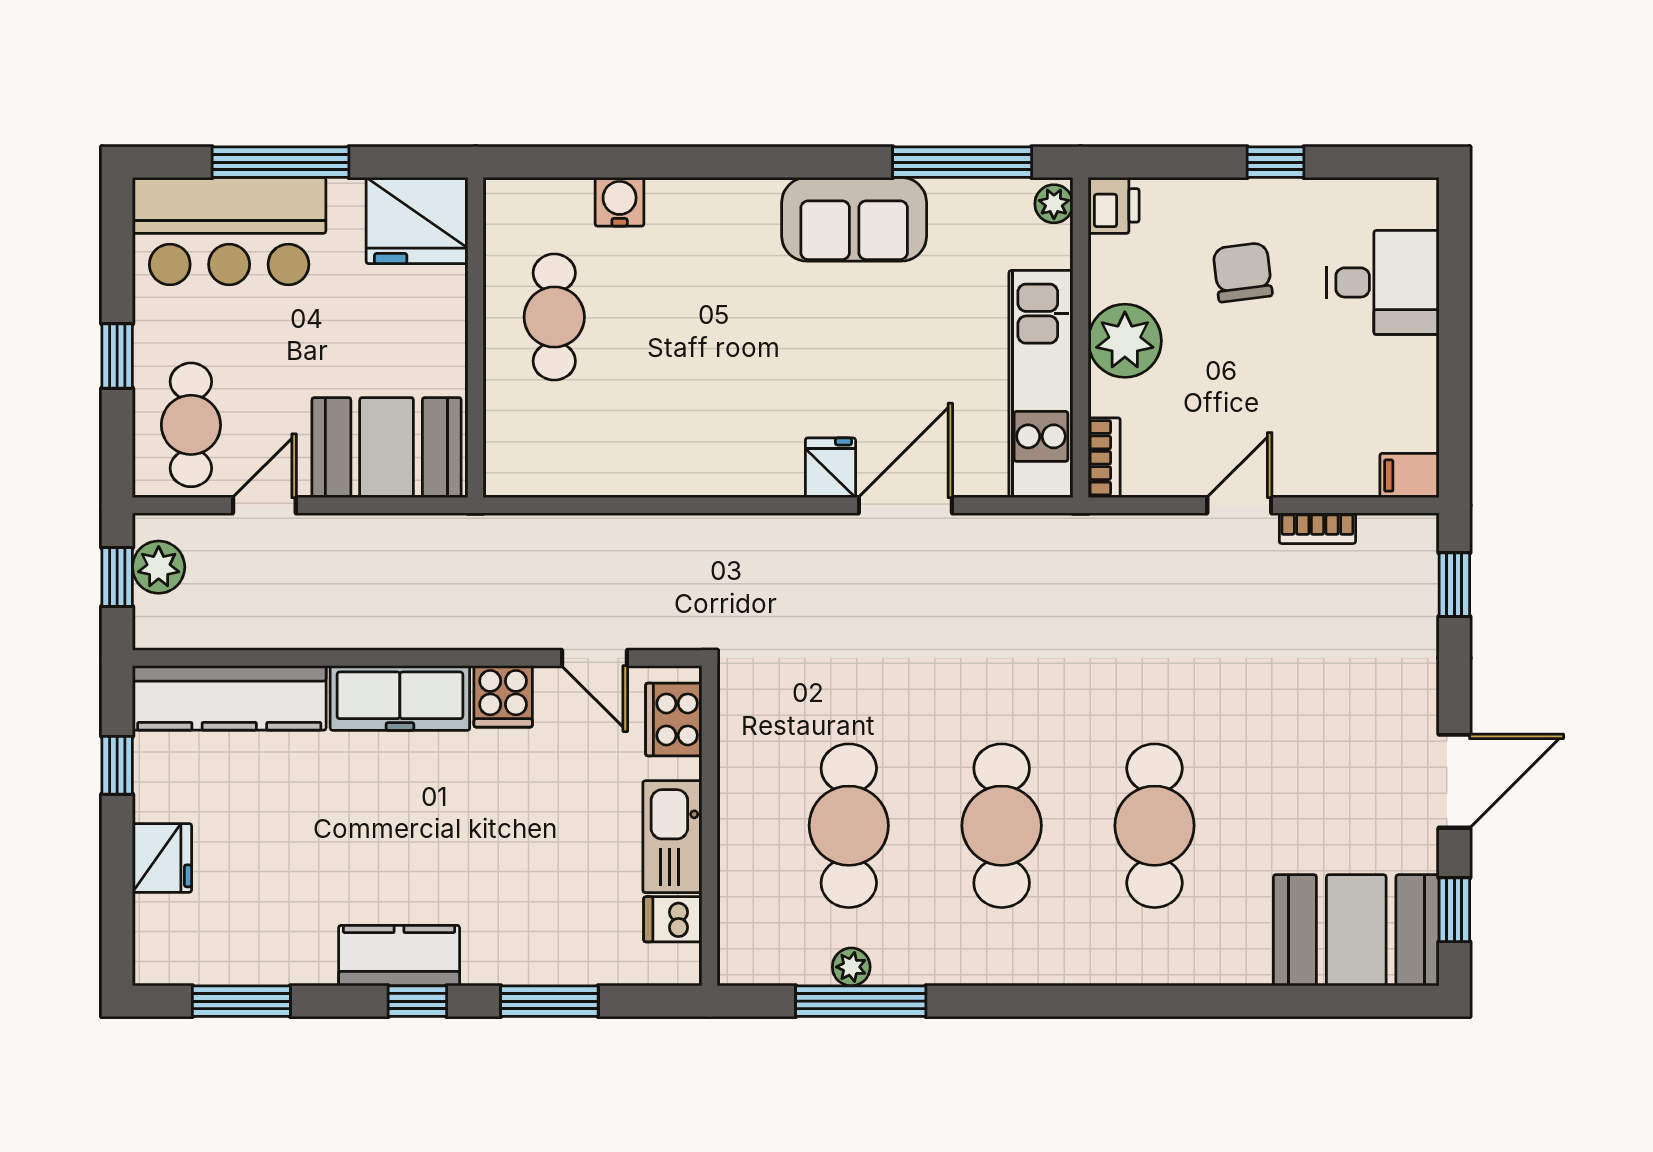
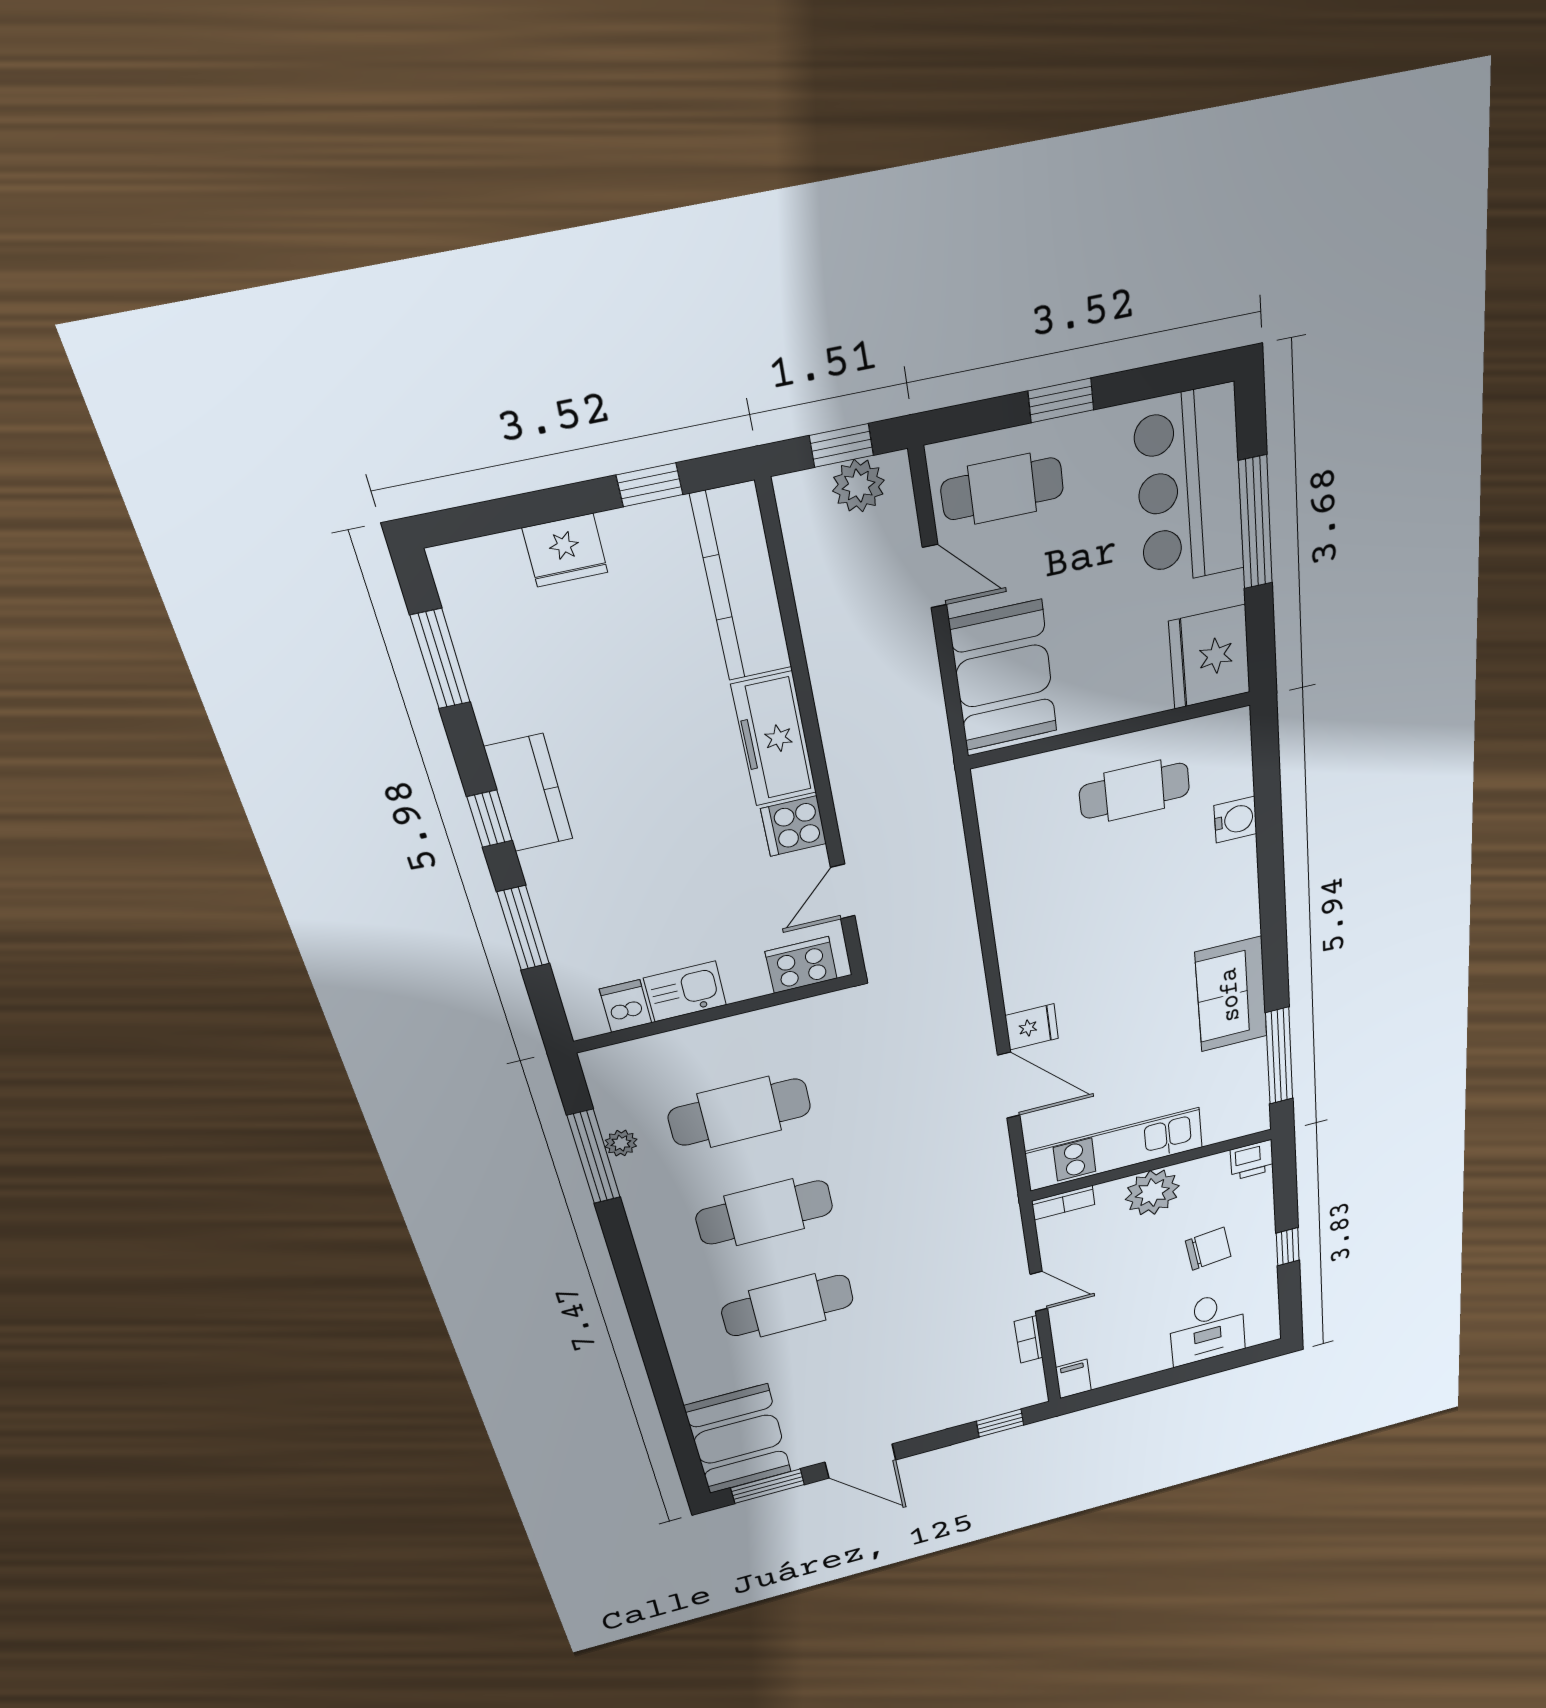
plant: (1054, 204) -> (1251, 1123), removed
kitchen sink: (672, 837) -> (685, 992), width x0.73
window: (1454, 910) -> (768, 1486), width x1.50

